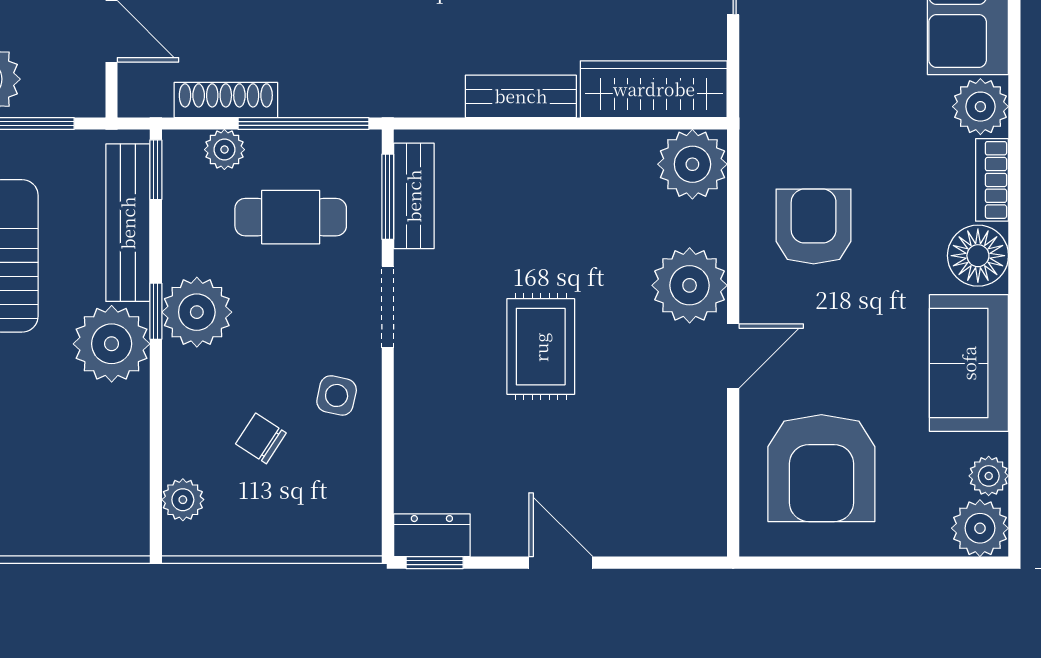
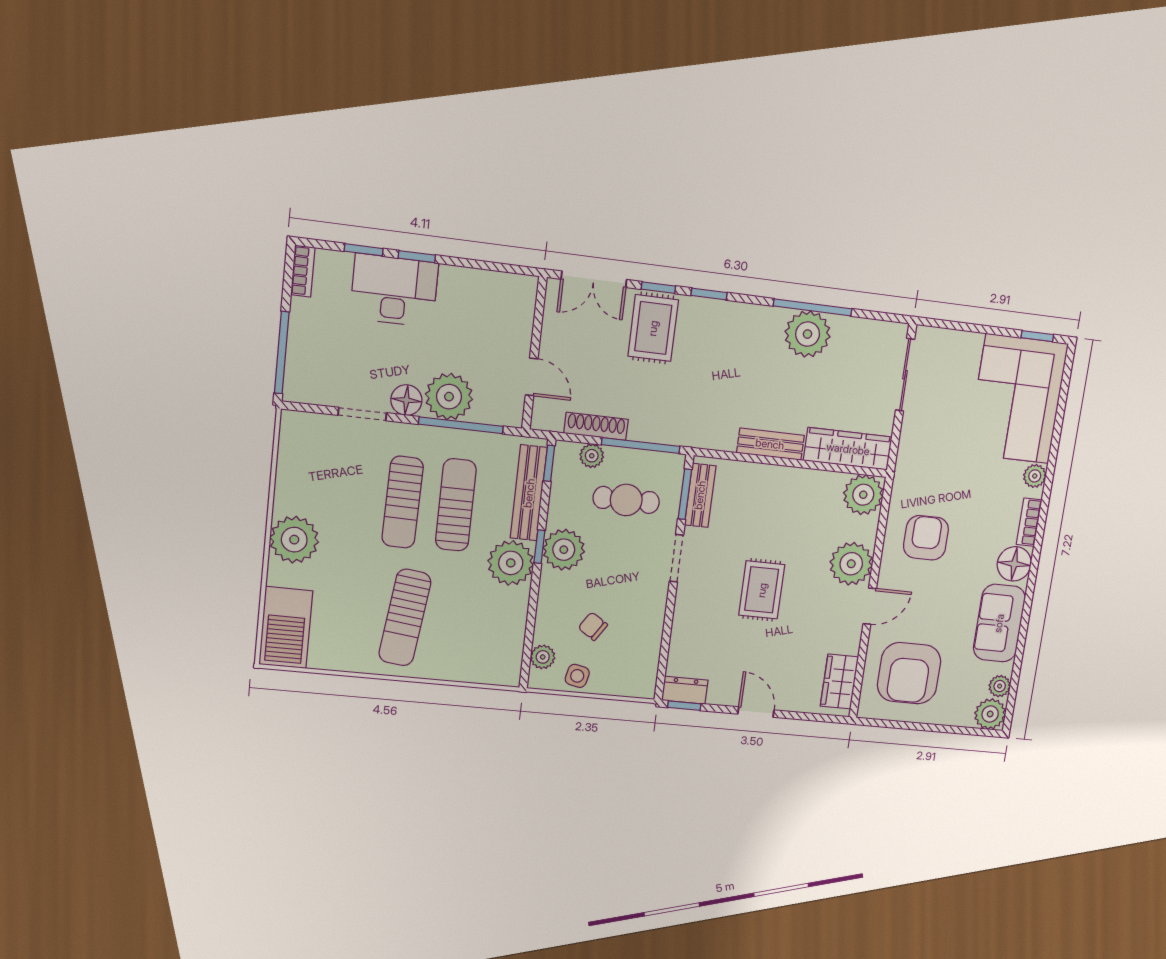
plant: (980, 107) -> (1035, 476), width x0.73, depth x0.73
side table: (337, 395) -> (577, 676), moved
wardrobe: (700, 495) -> (839, 682), added

